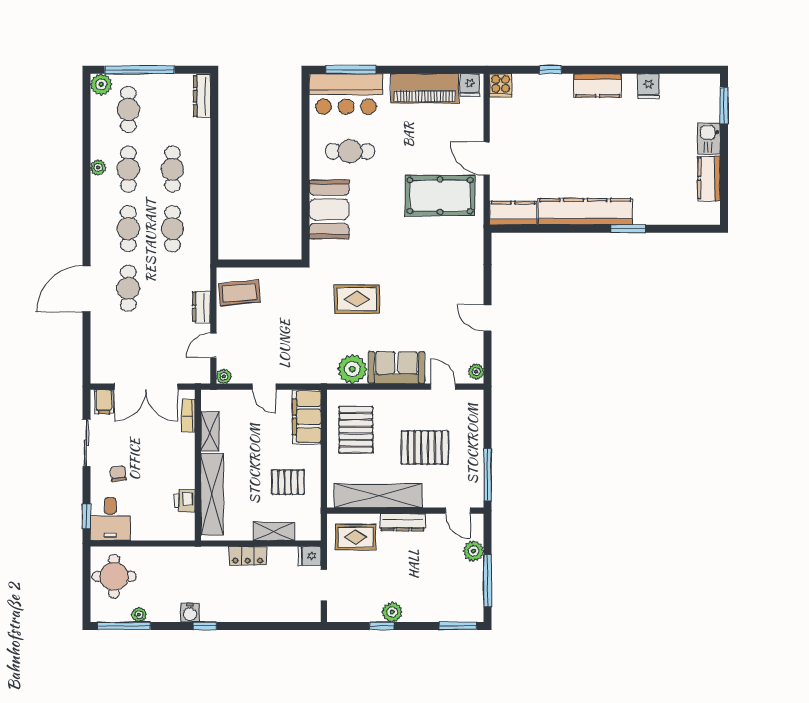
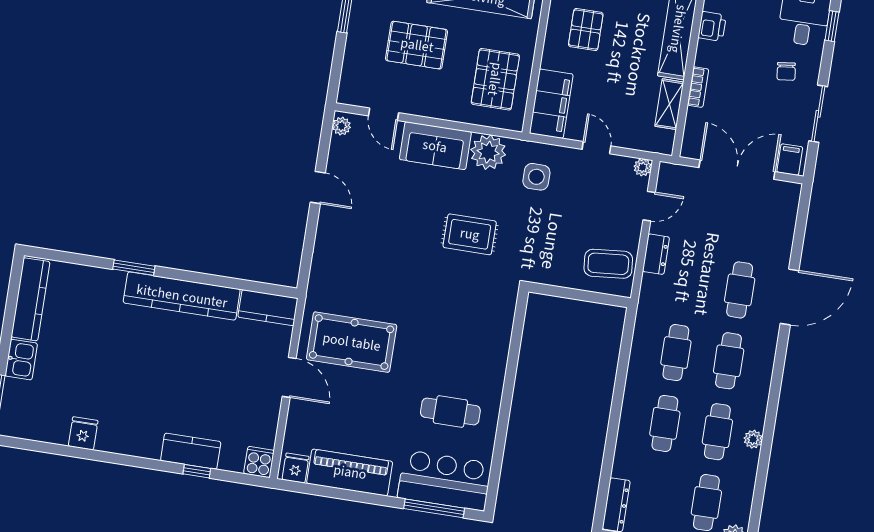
kitchen counter: (598, 85) -> (191, 451), moved
kitchen counter: (709, 178) -> (30, 299), width x1.50
booth: (329, 209) -> (486, 346), removed
side table: (310, 355) -> (536, 177), added
bookcase: (188, 416) -> (698, 87), moved
pallet: (288, 482) -> (586, 30), turned 90

